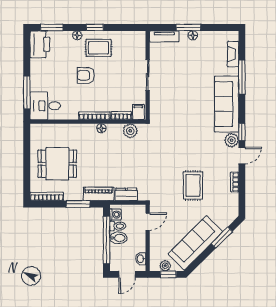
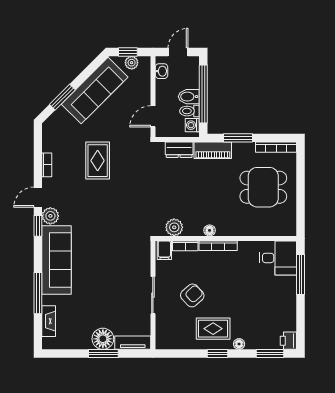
floor lamp: (193, 35) -> (103, 339), width x1.89, depth x1.89
printer: (40, 44) -> (288, 341), width x0.53, depth x0.68
armchair: (86, 75) -> (192, 295), moved, turned -42

